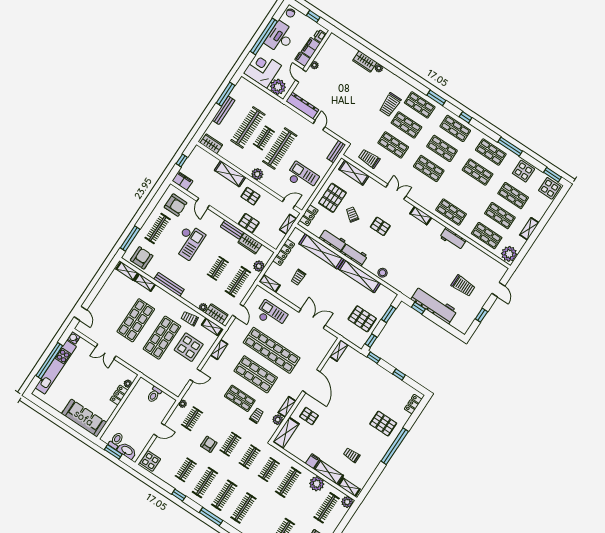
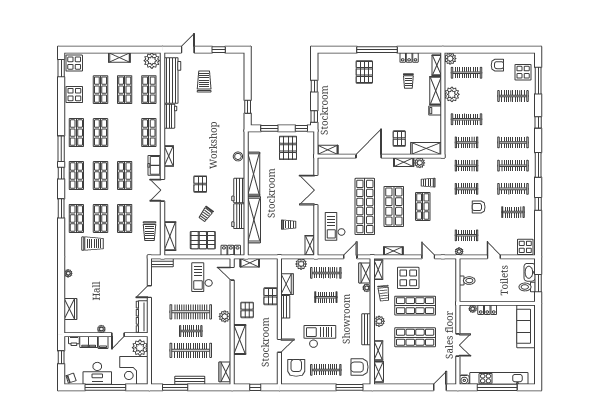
wardrobe: (365, 62) -> (70, 309), moved
window: (510, 147) -> (61, 149), moved
filing cabinet: (182, 181) -> (272, 376), removed
freezer: (421, 199) -> (155, 165), added
locker: (284, 252) -> (276, 251), removed
plant: (169, 299) -> (379, 321), added
workbench: (434, 305) -> (172, 80), moved, turned 180
locker: (413, 404) -> (409, 58), moved

